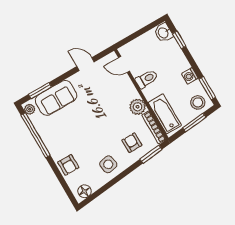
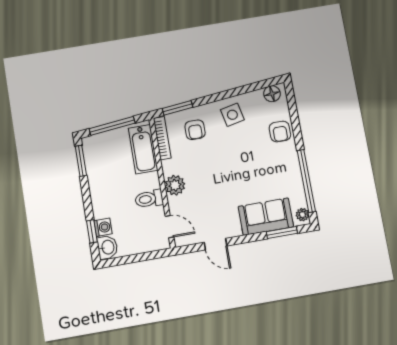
washing machine: (190, 76) -> (103, 227), moved
stool: (198, 102) -> (99, 148), removed
plant: (138, 107) -> (175, 185), moved
window: (194, 123) -> (112, 126), width x1.44
armchair: (68, 165) -> (280, 132), turned 180

